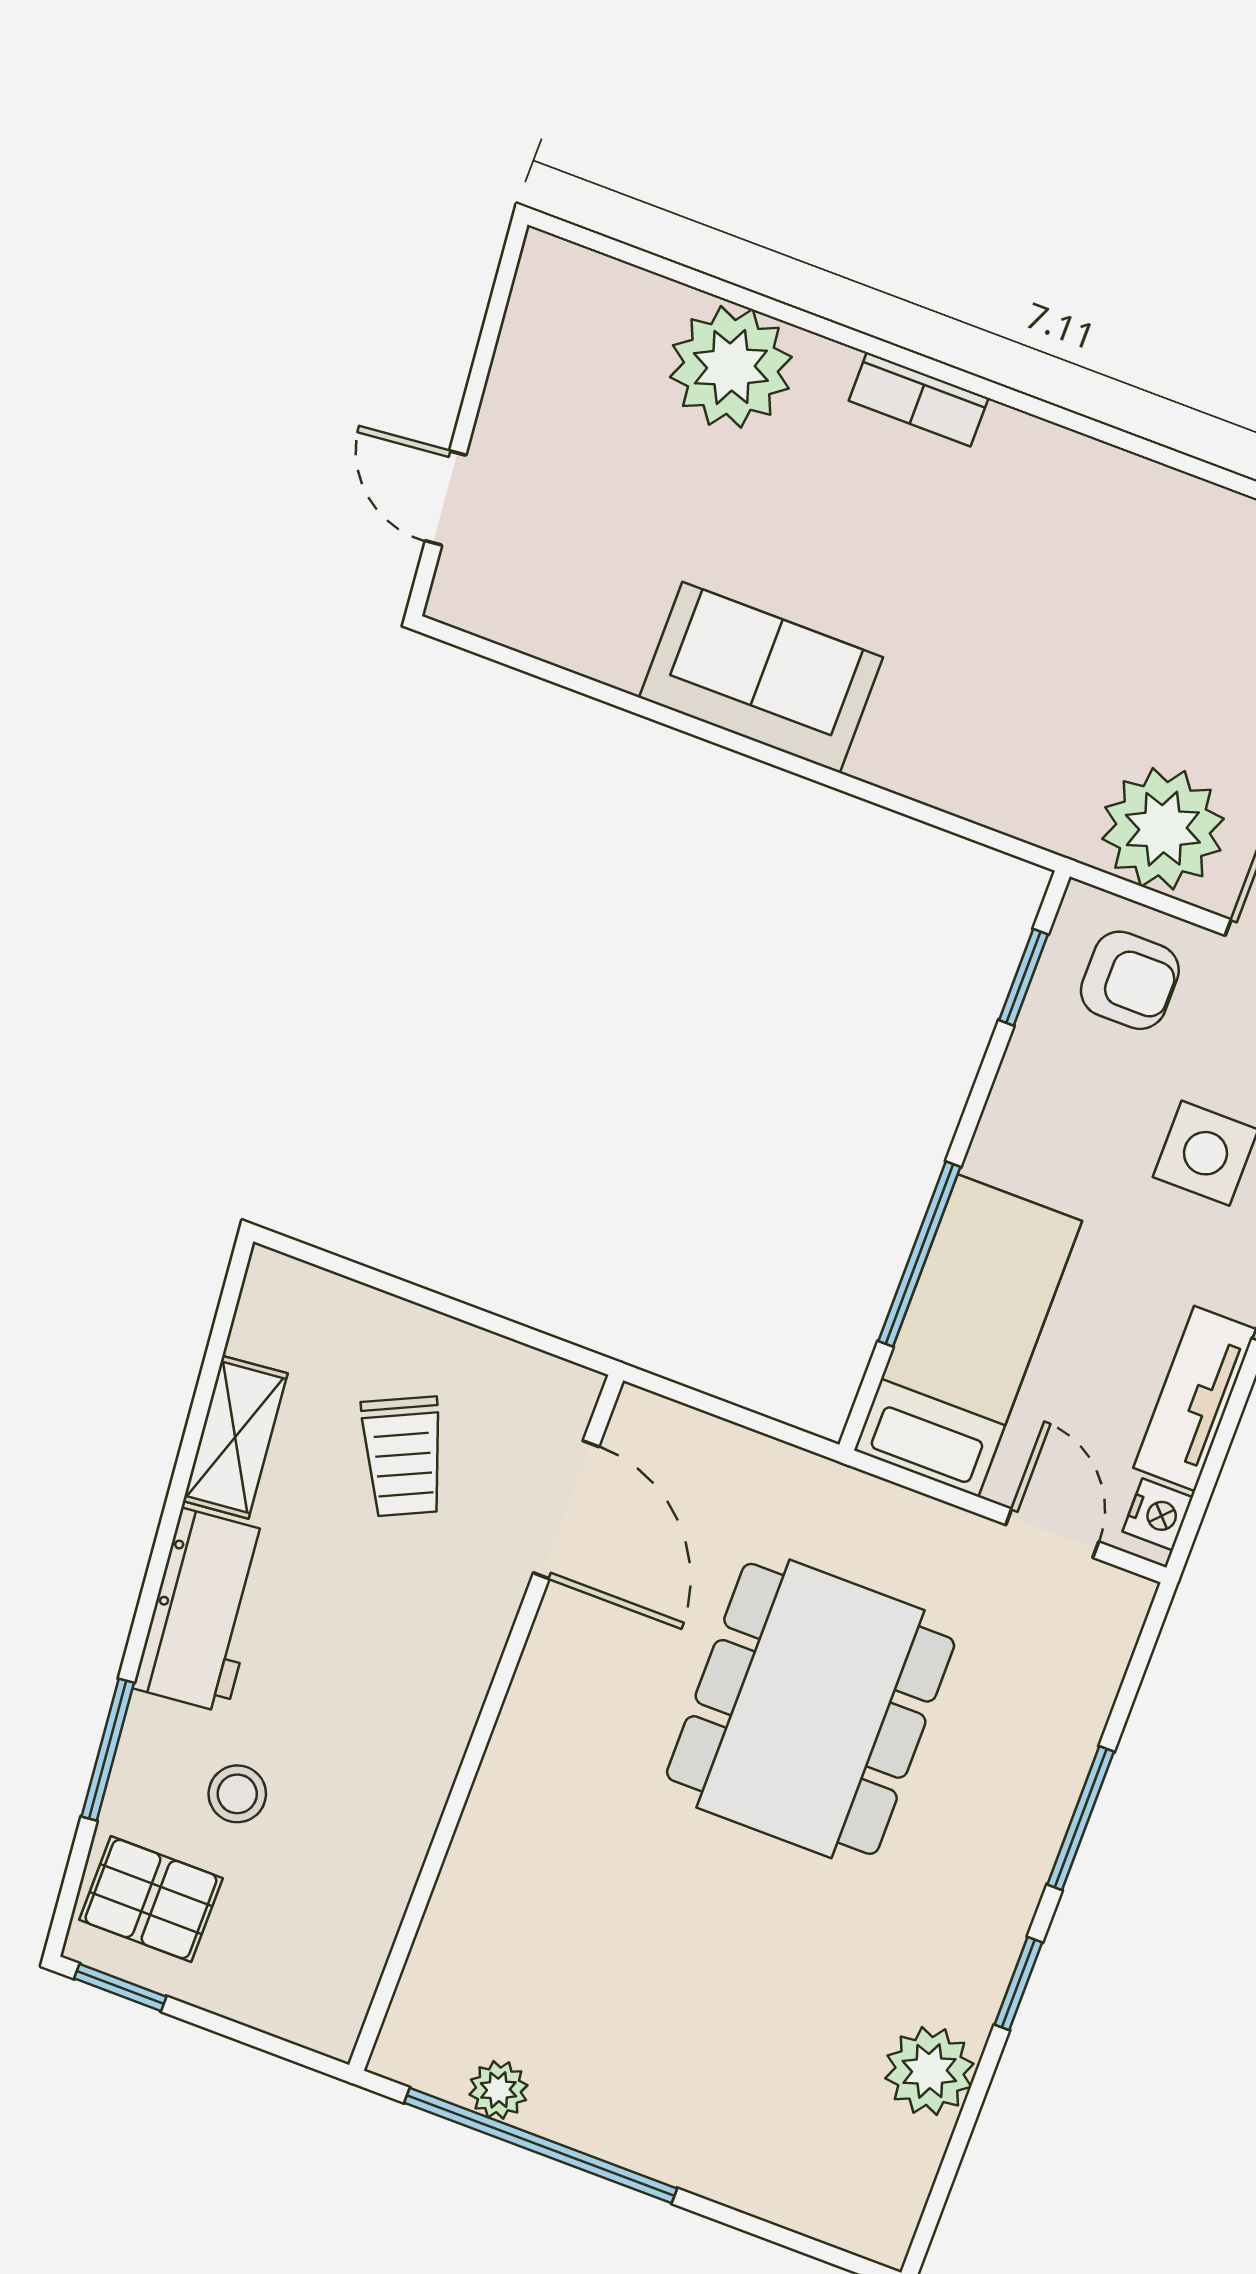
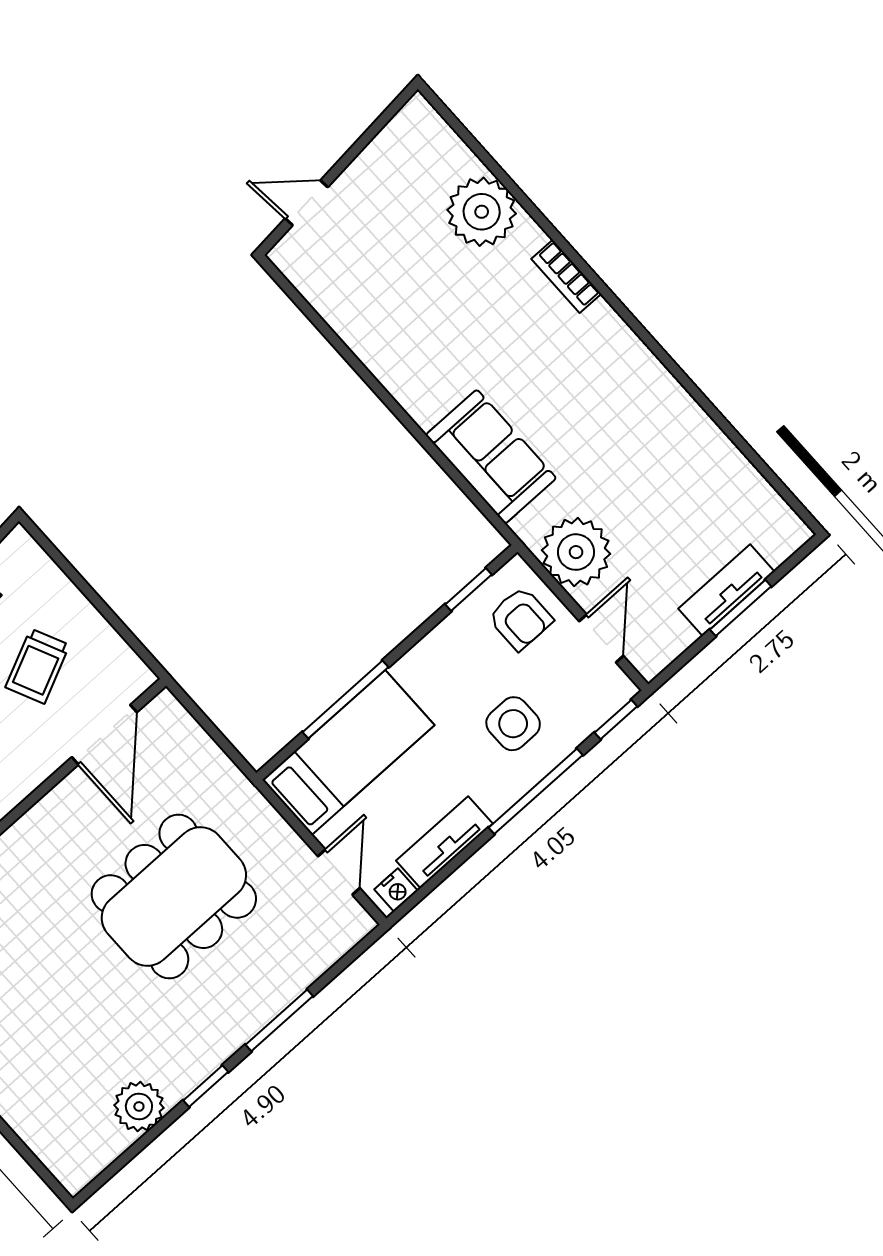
door: (446, 498) -> (307, 203), hinge flipped
sofa: (761, 677) -> (491, 457), moved

